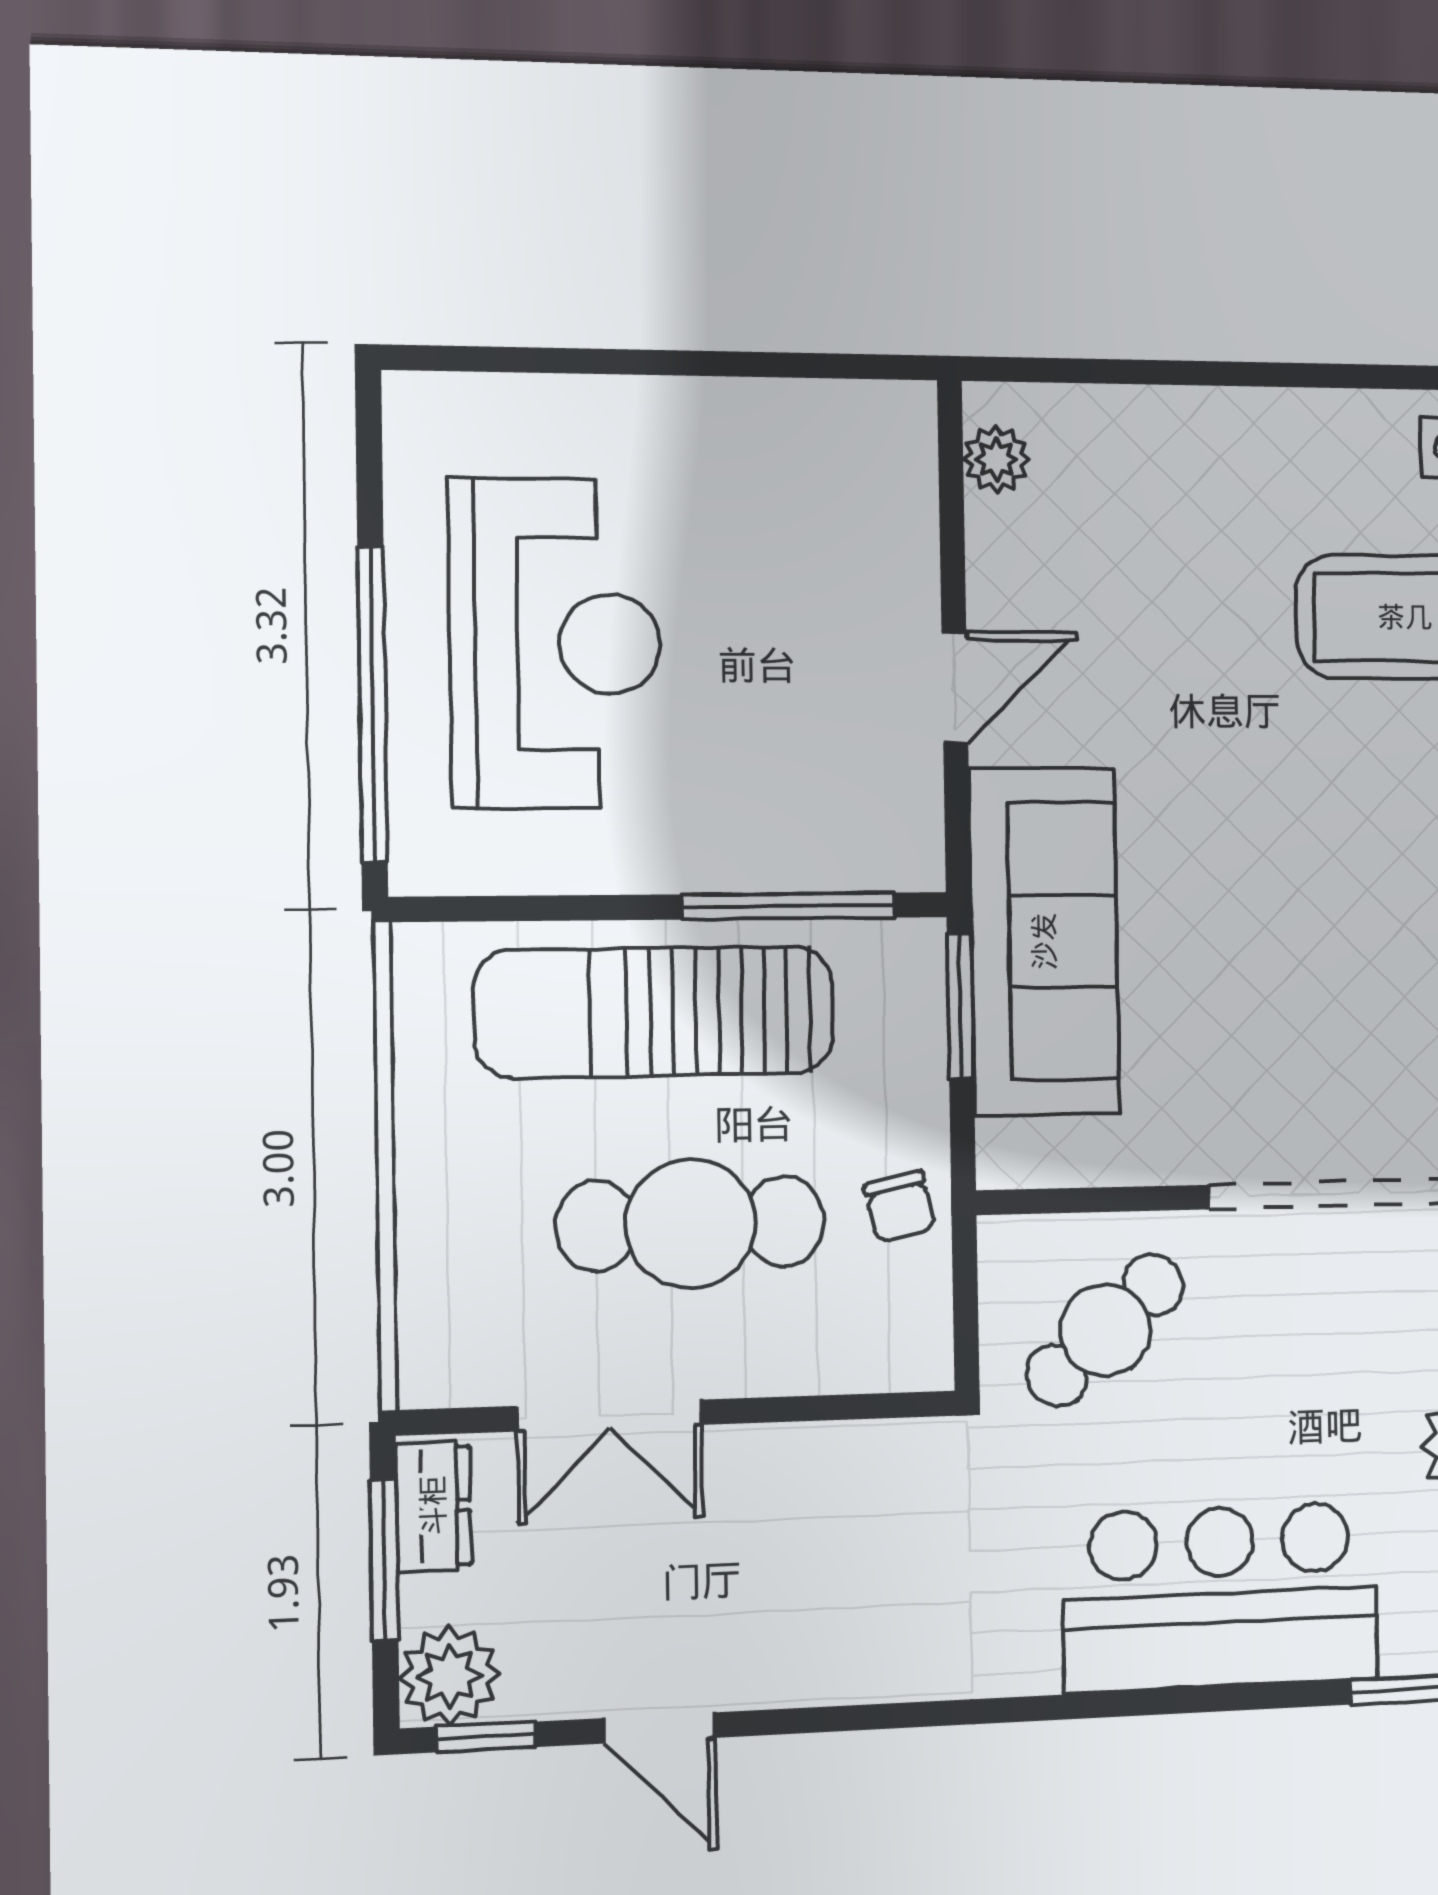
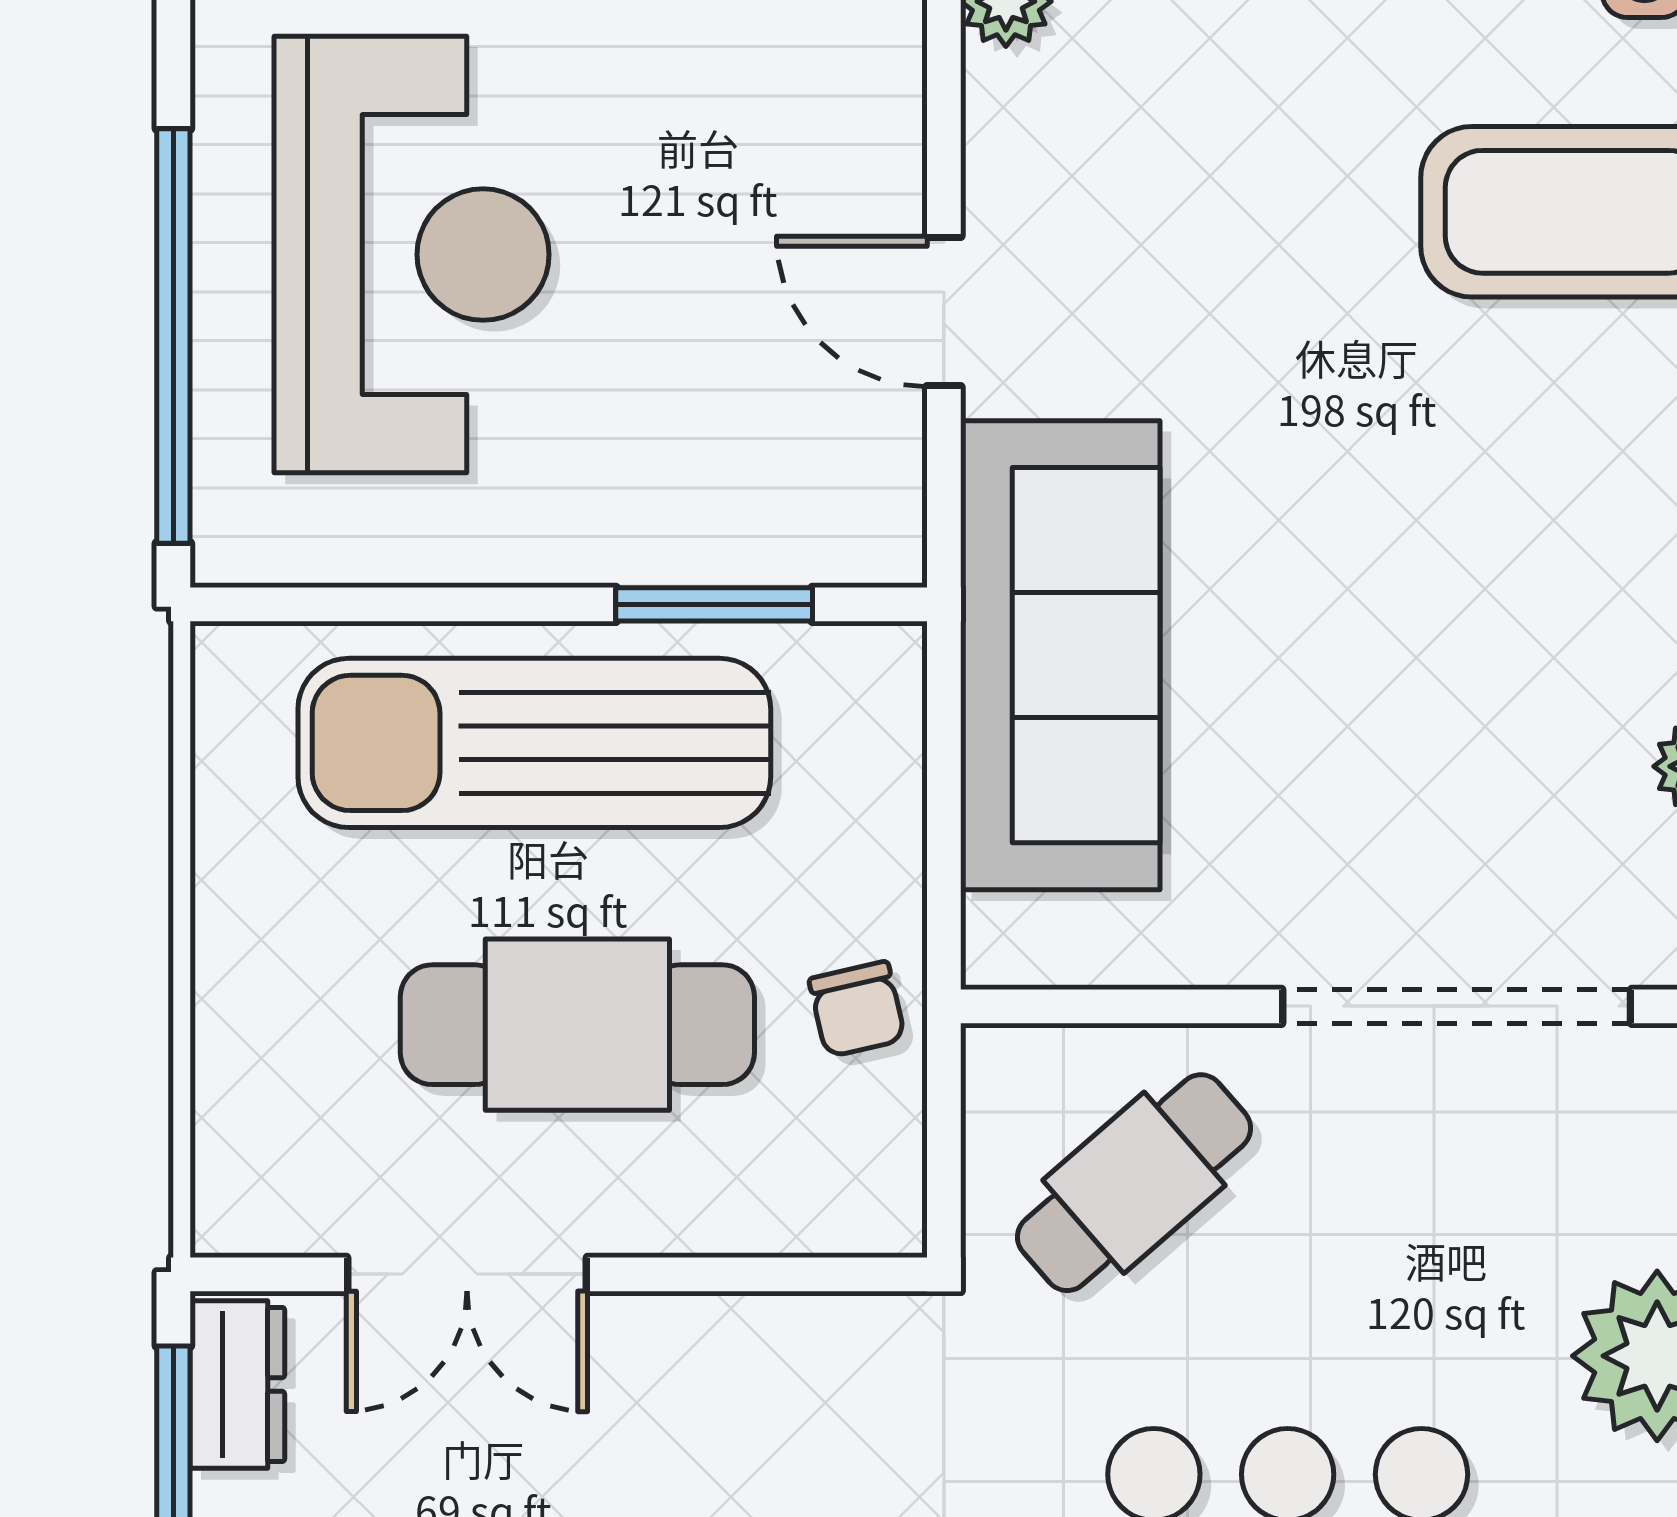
door: (955, 688) -> (944, 312), swing flipped
window: (788, 906) -> (714, 604), width x0.69
window: (960, 1007) -> (944, 742), removed

